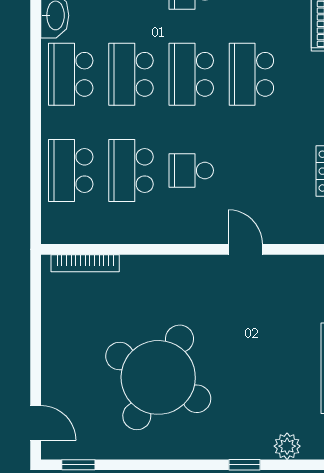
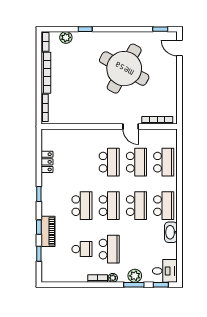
school desk: (191, 170) -> (109, 162), width x1.85
door: (245, 249) -> (131, 126), moved

